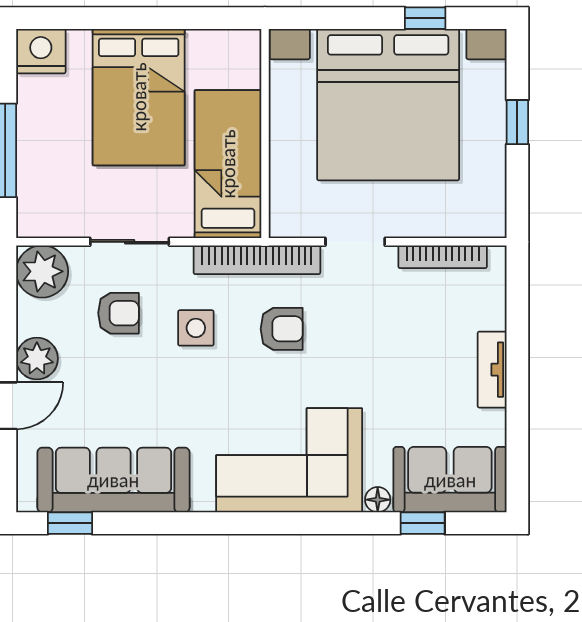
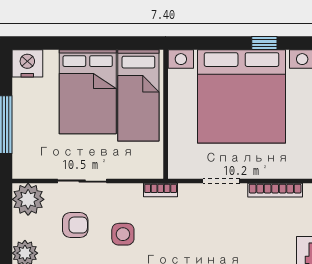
bed: (228, 164) -> (138, 95), moved, turned 180
bookcase: (257, 260) -> (161, 190), width x0.43, depth x0.76
armchair: (282, 329) -> (176, 235), removed

